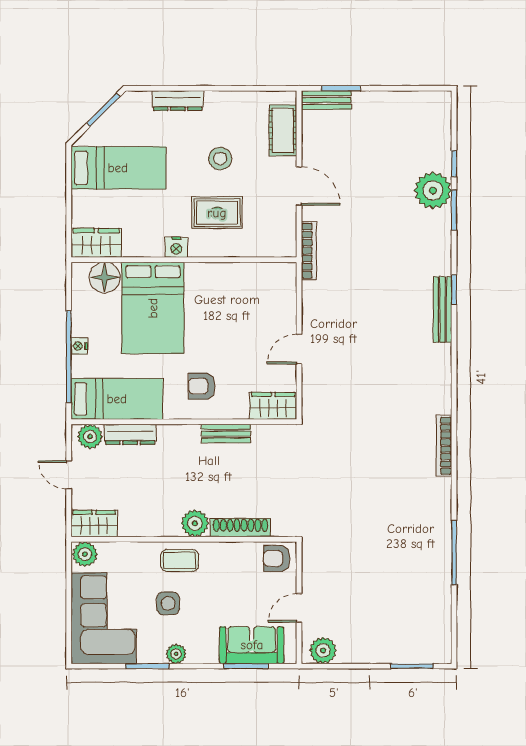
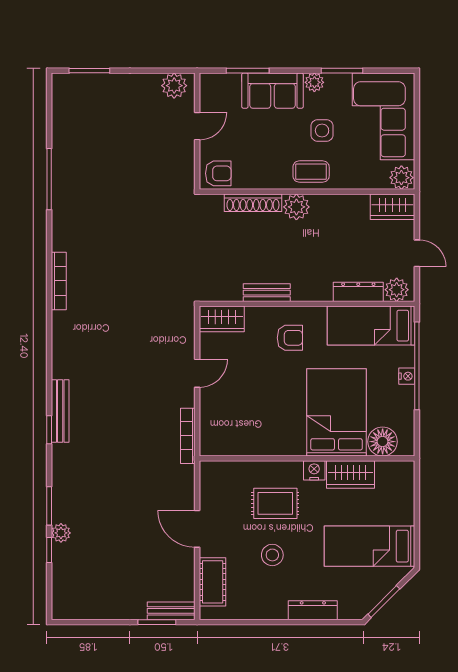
plant: (433, 190) -> (61, 533), width x0.53, depth x0.53
wardrobe: (96, 243) -> (350, 475), moved
bookcase: (309, 251) -> (188, 436), moved
sofa: (252, 645) -> (272, 91), moved

